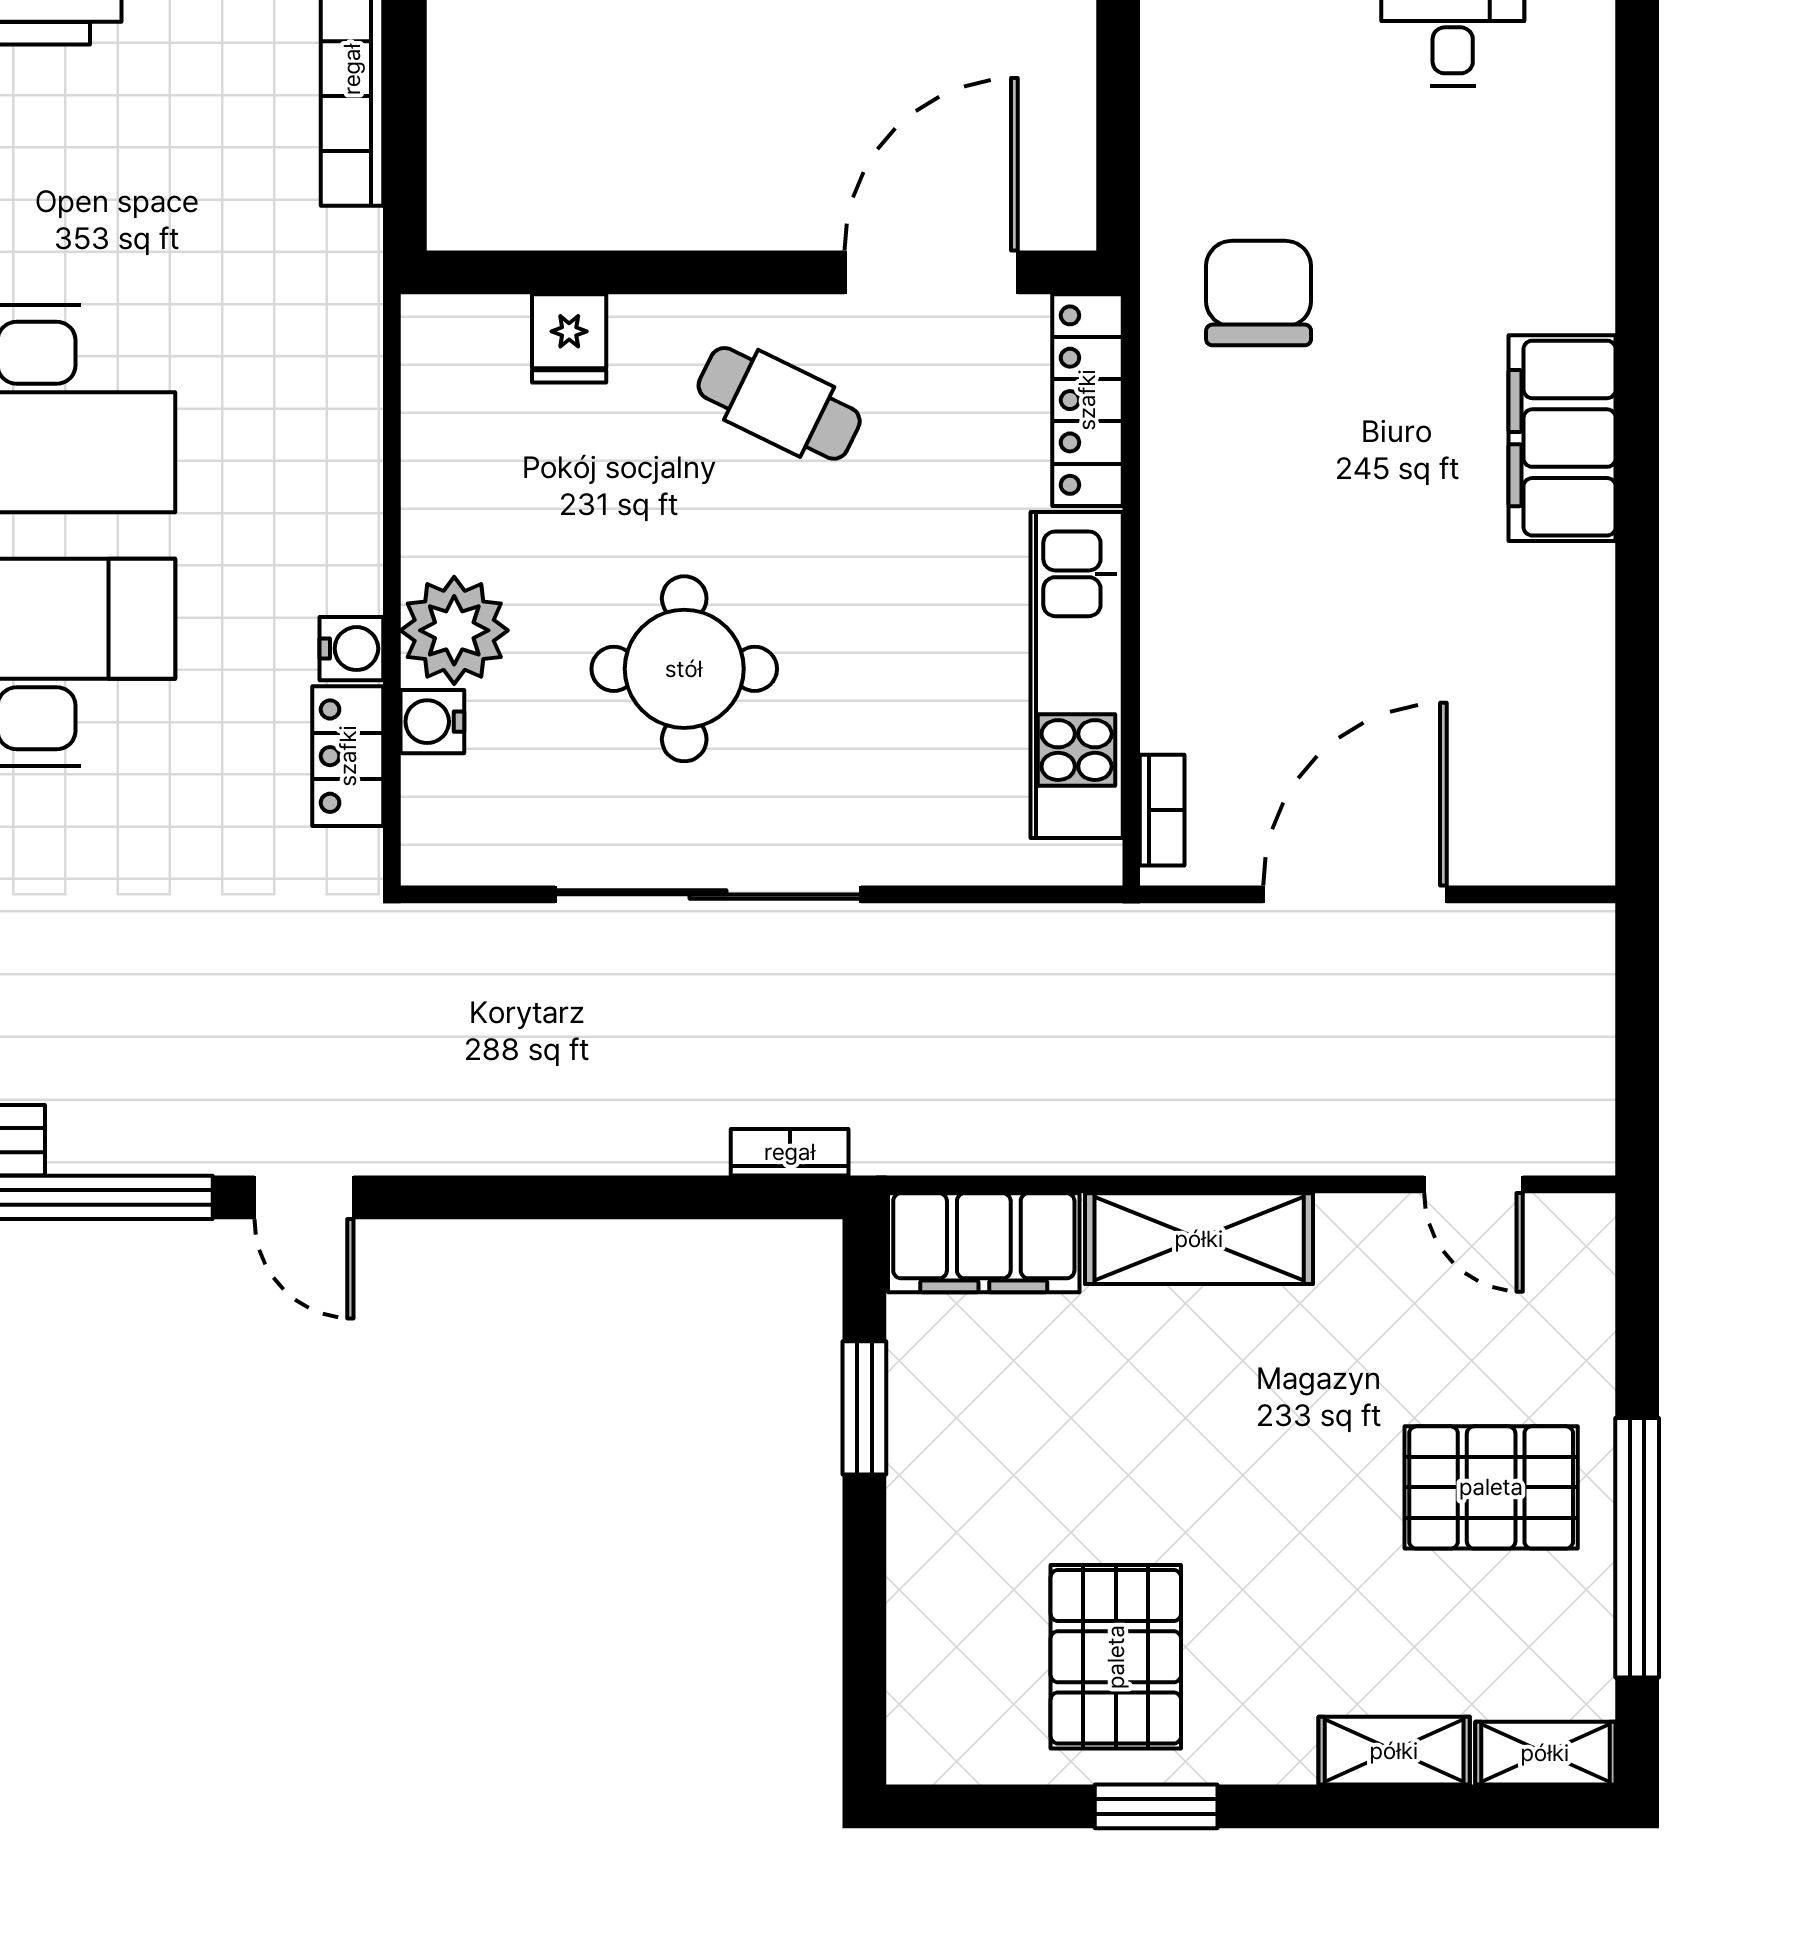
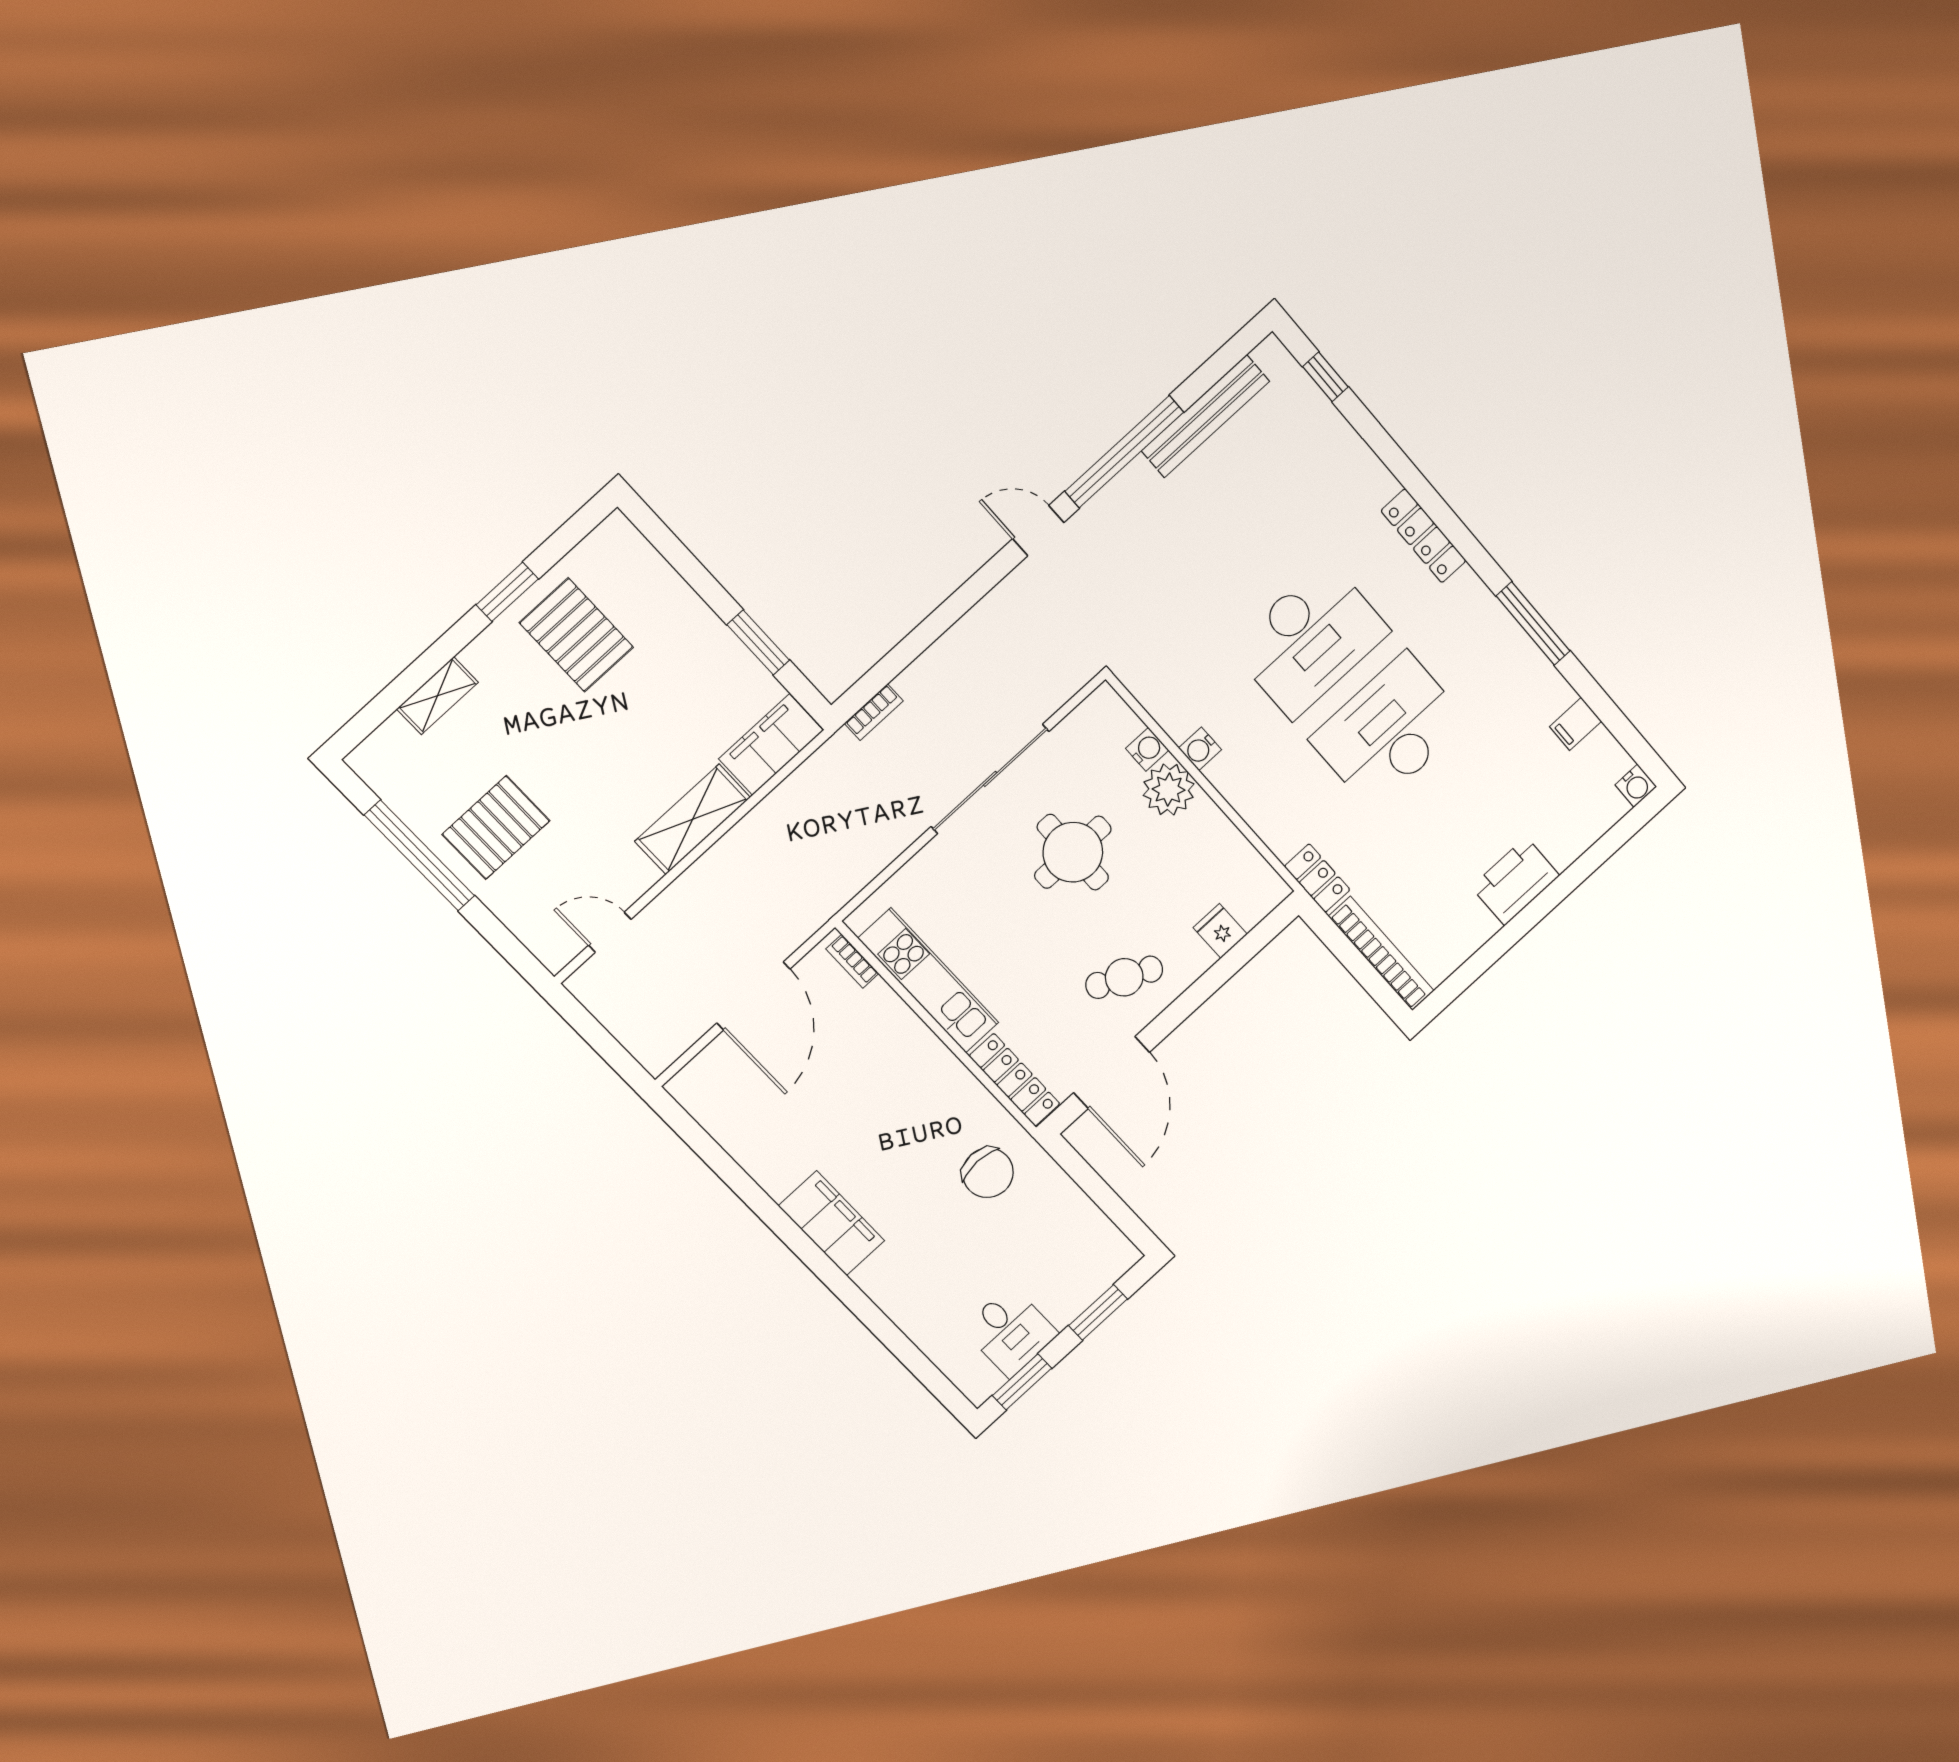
locker: (348, 756) -> (1317, 878), moved
shelving: (1545, 1753) -> (379, 747), removed

